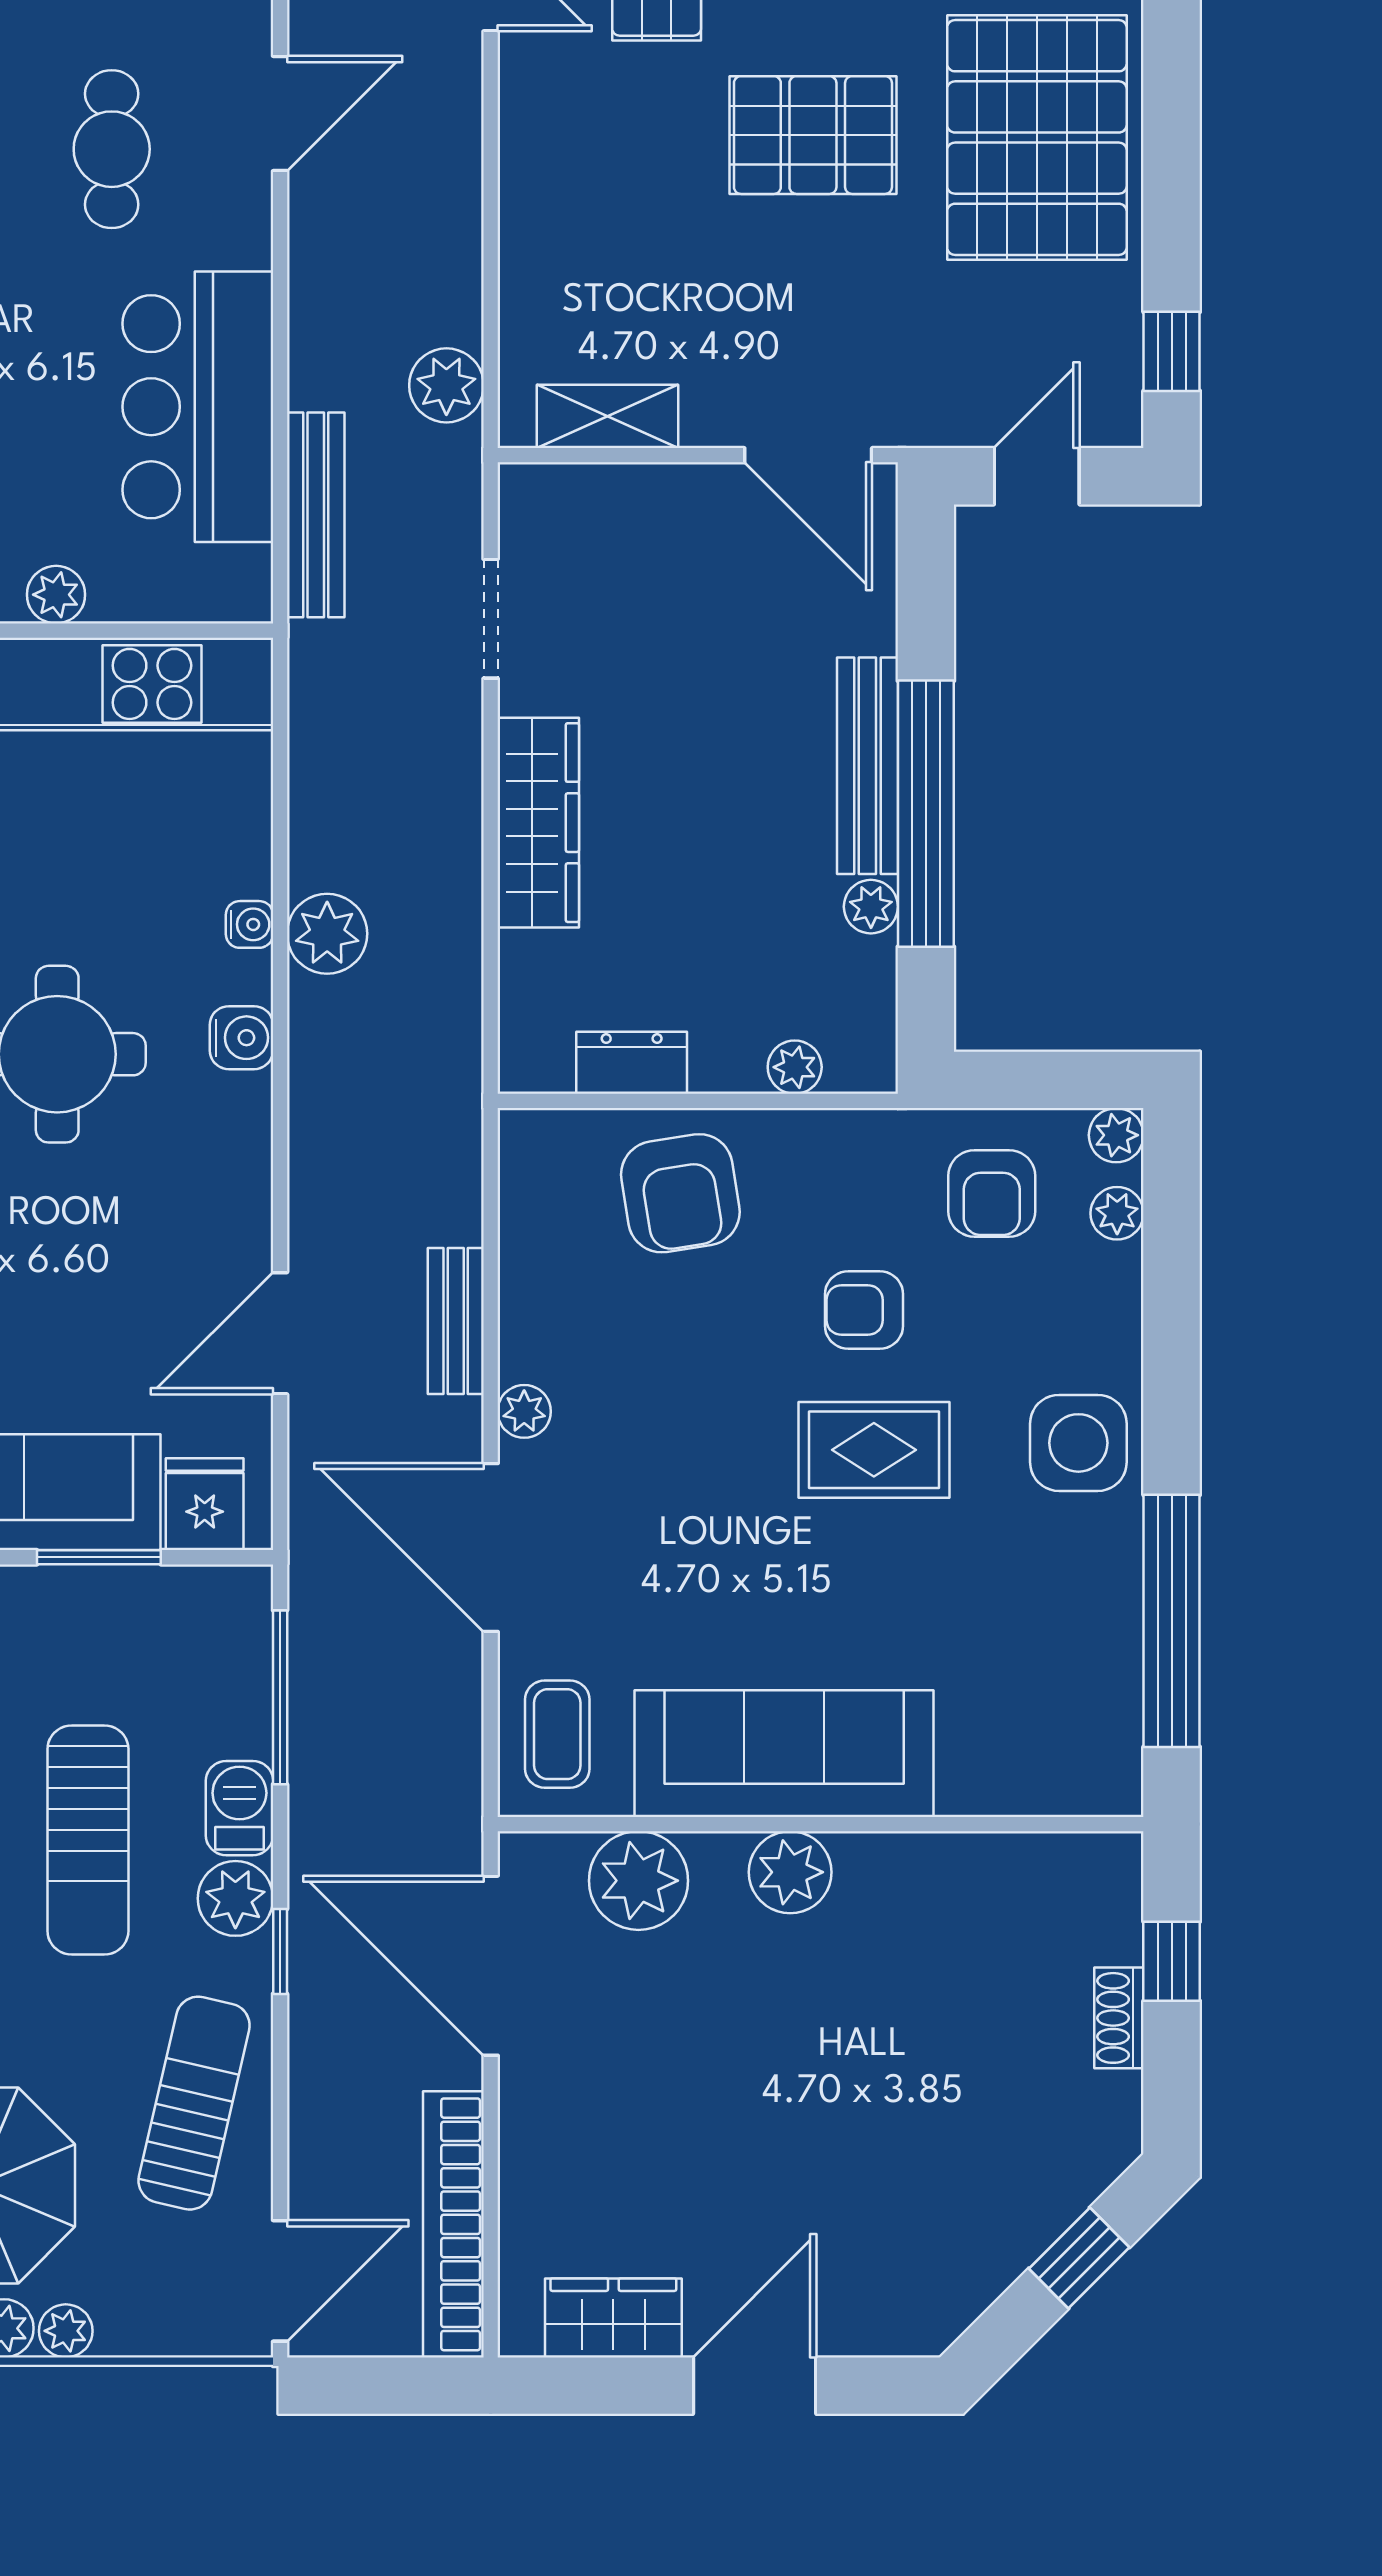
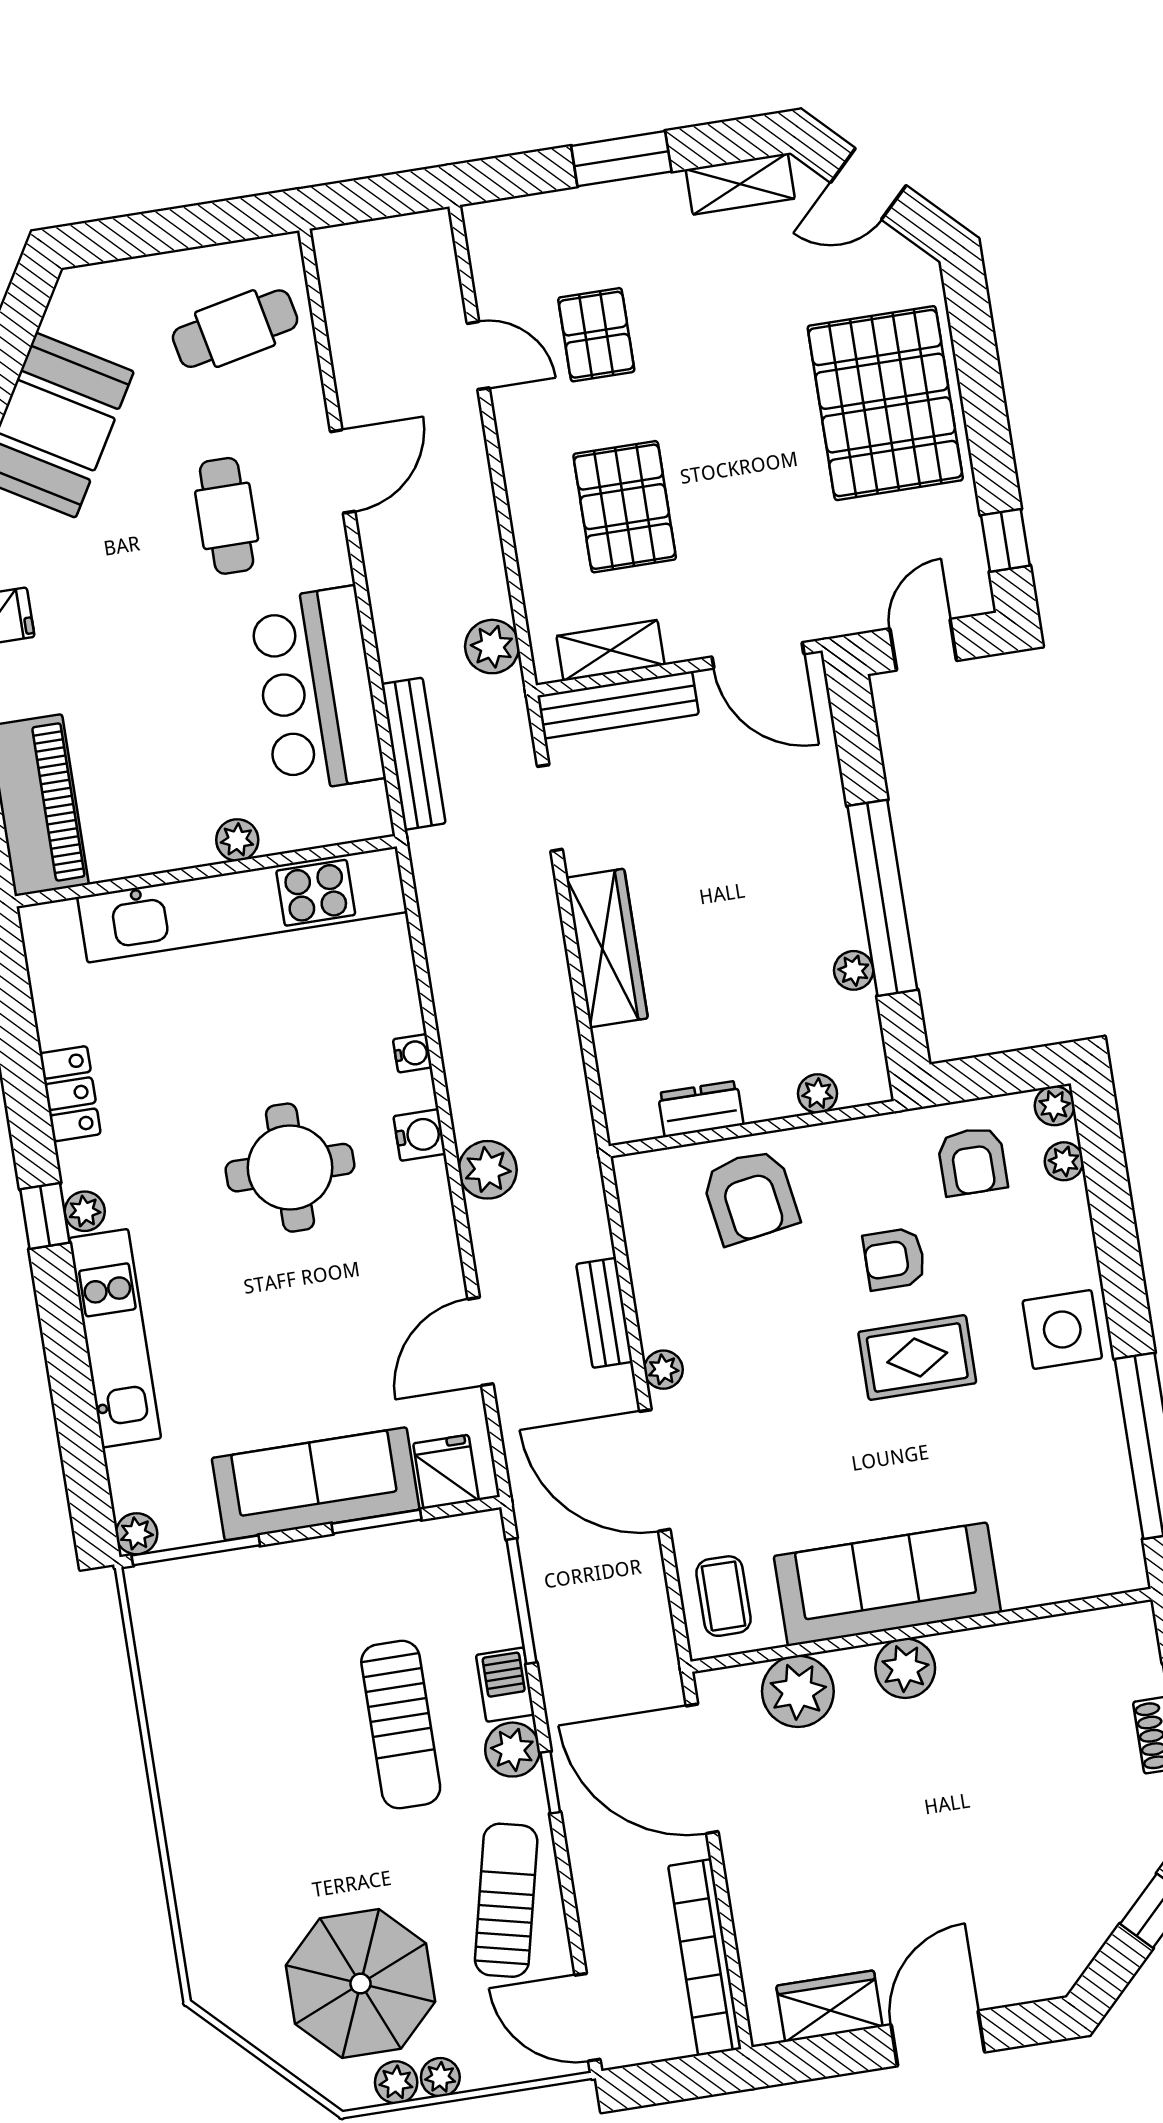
pallet: (813, 135) -> (625, 507), moved, turned 90
bench: (867, 766) -> (618, 705), moved, turned 90
plant: (327, 934) -> (488, 1170), moved
door: (280, 2281) -> (587, 2017), swing flipped

